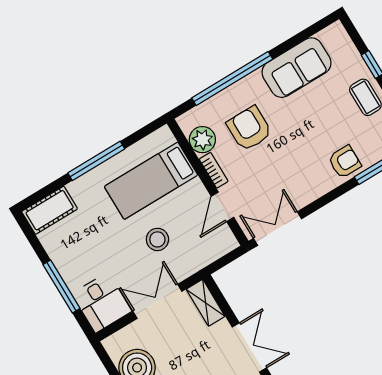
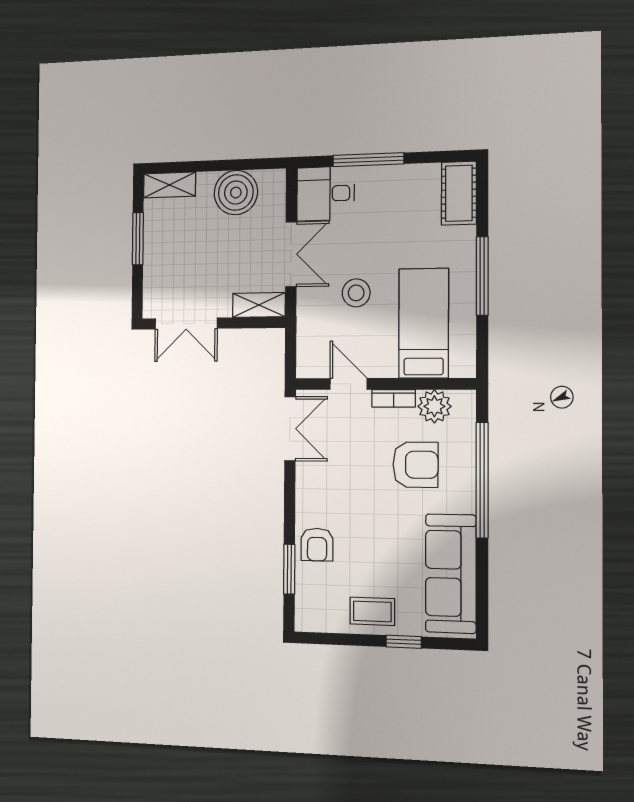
sofa: (297, 68) -> (451, 573), width x1.36

